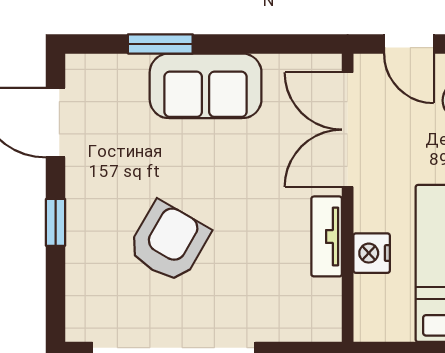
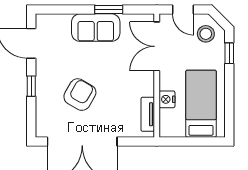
window: (160, 44) -> (109, 10), moved
tv unit: (327, 236) -> (148, 114), moved

